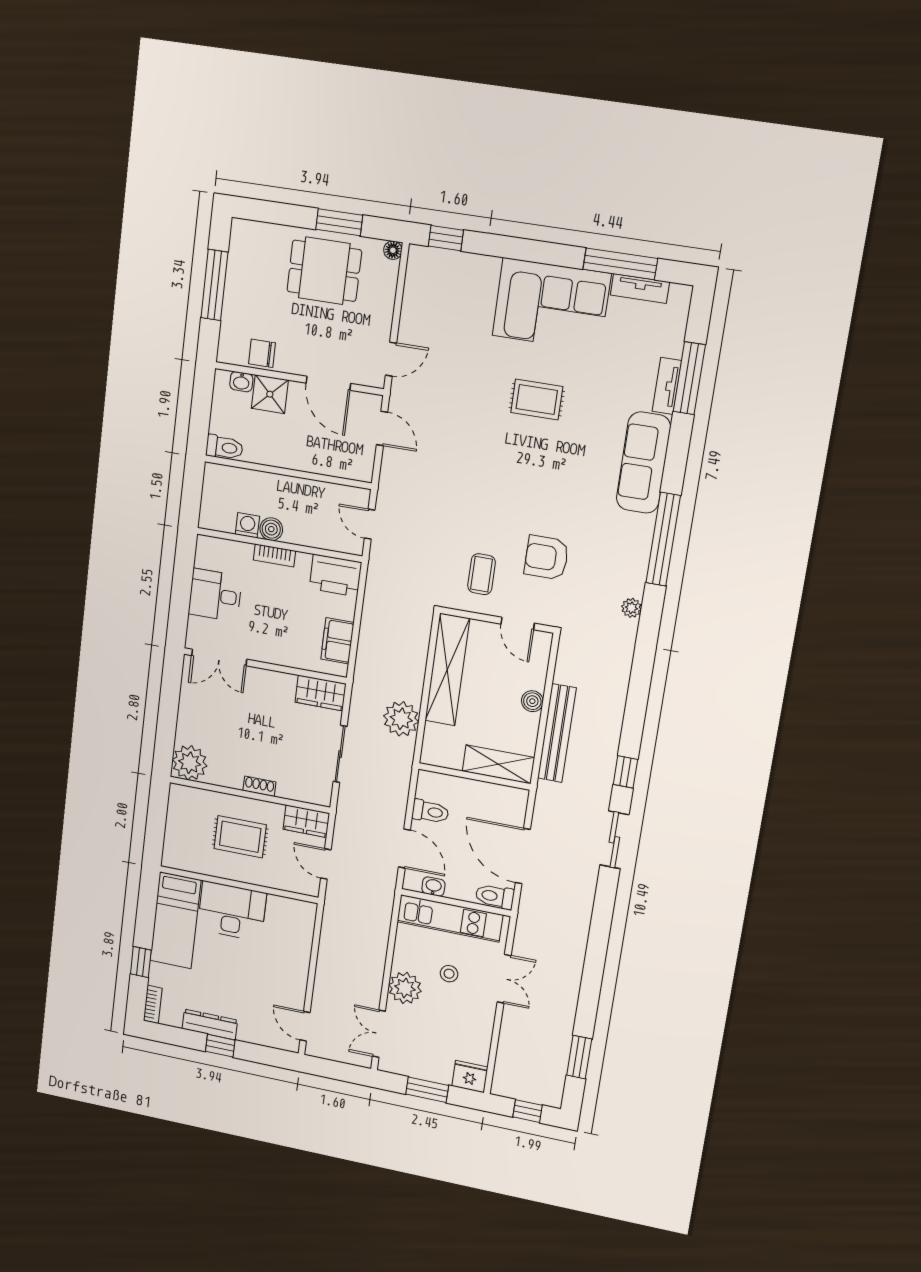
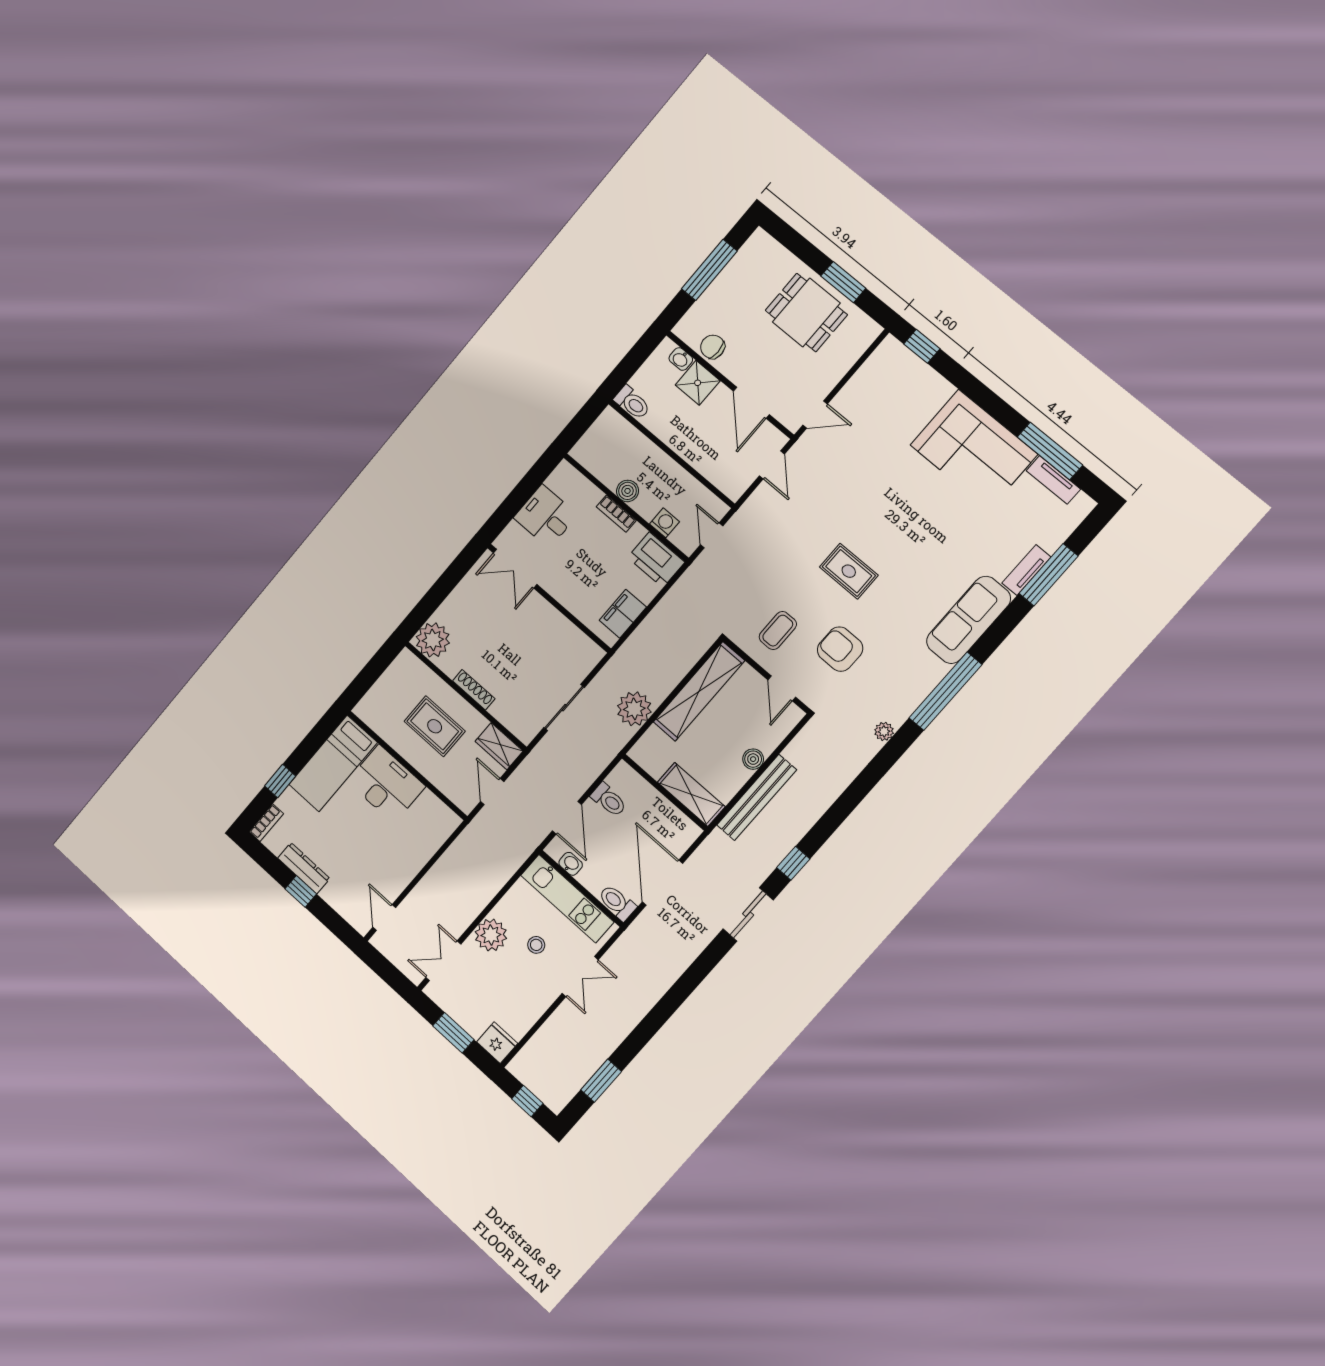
floor lamp: (393, 250) -> (873, 330), removed
rug: (537, 400) -> (849, 571), moved
washing machine: (247, 525) -> (665, 523), moved
wardrobe: (321, 693) -> (581, 648), removed
shoe rack: (259, 786) -> (474, 690), width x1.43

